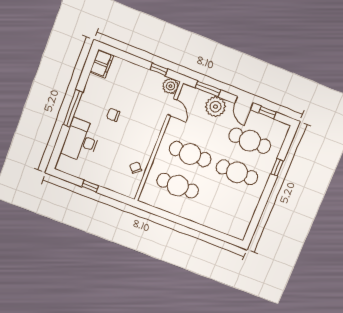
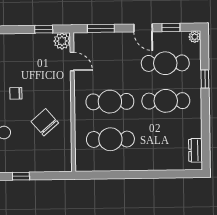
plant: (215, 107) -> (195, 37), moved, width x0.53, depth x0.53
chair: (136, 168) -> (45, 122), moved, width x1.87, depth x1.87
dresser: (244, 223) -> (195, 150), added

